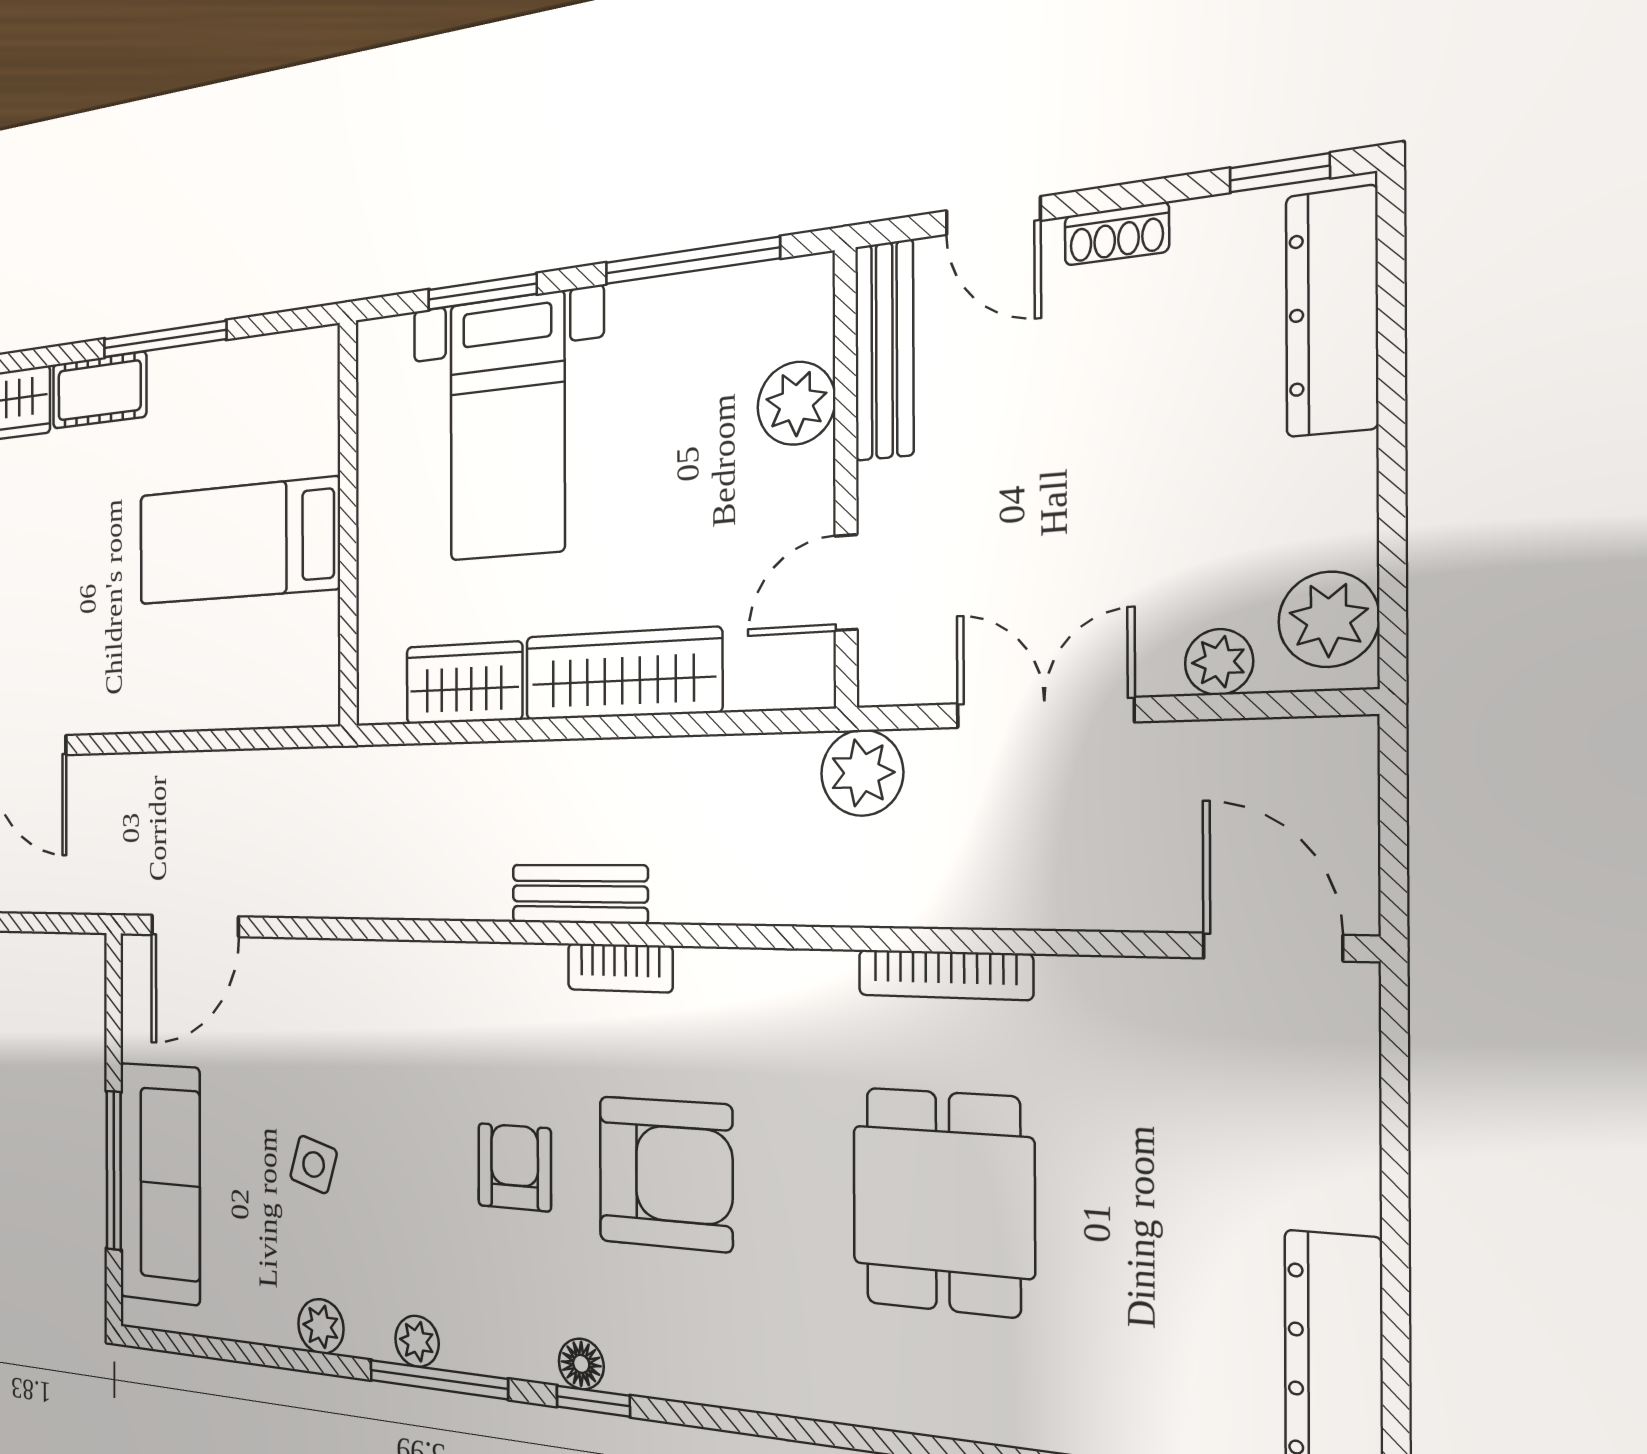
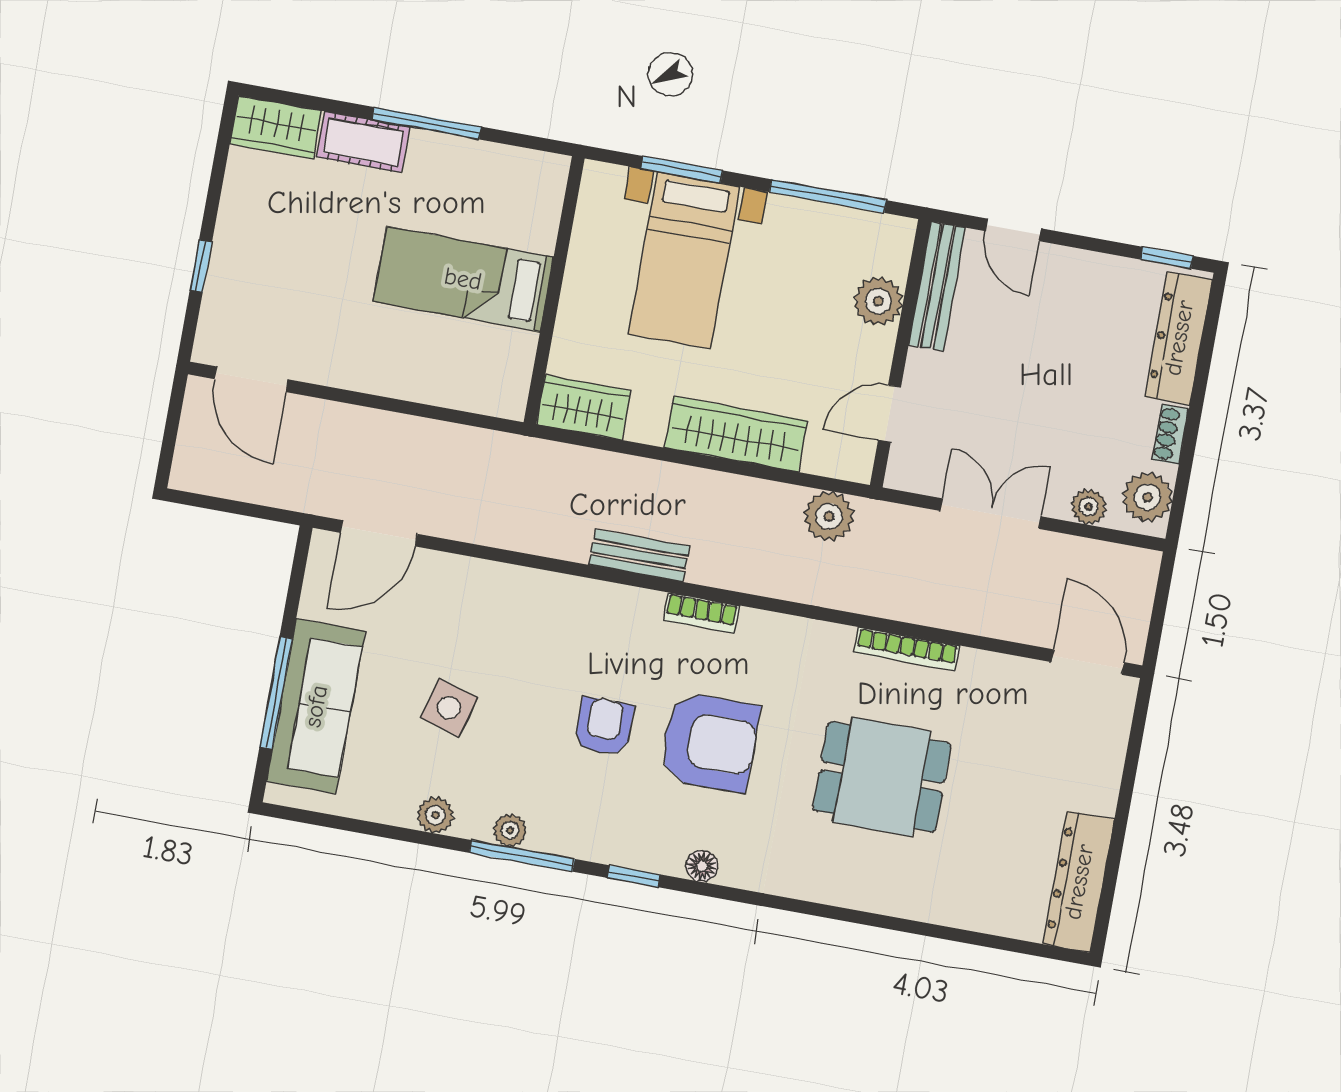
shoe rack: (1117, 234) -> (1170, 434), moved, turned 90
wardrobe: (464, 683) -> (584, 407), moved
plant: (862, 773) -> (829, 516), moved
bench: (579, 894) -> (639, 556), moved
side table: (314, 1164) -> (449, 708), width x1.37, depth x1.37
dining table: (943, 1201) -> (882, 777), turned 90
floor lamp: (581, 1364) -> (702, 866), moved

